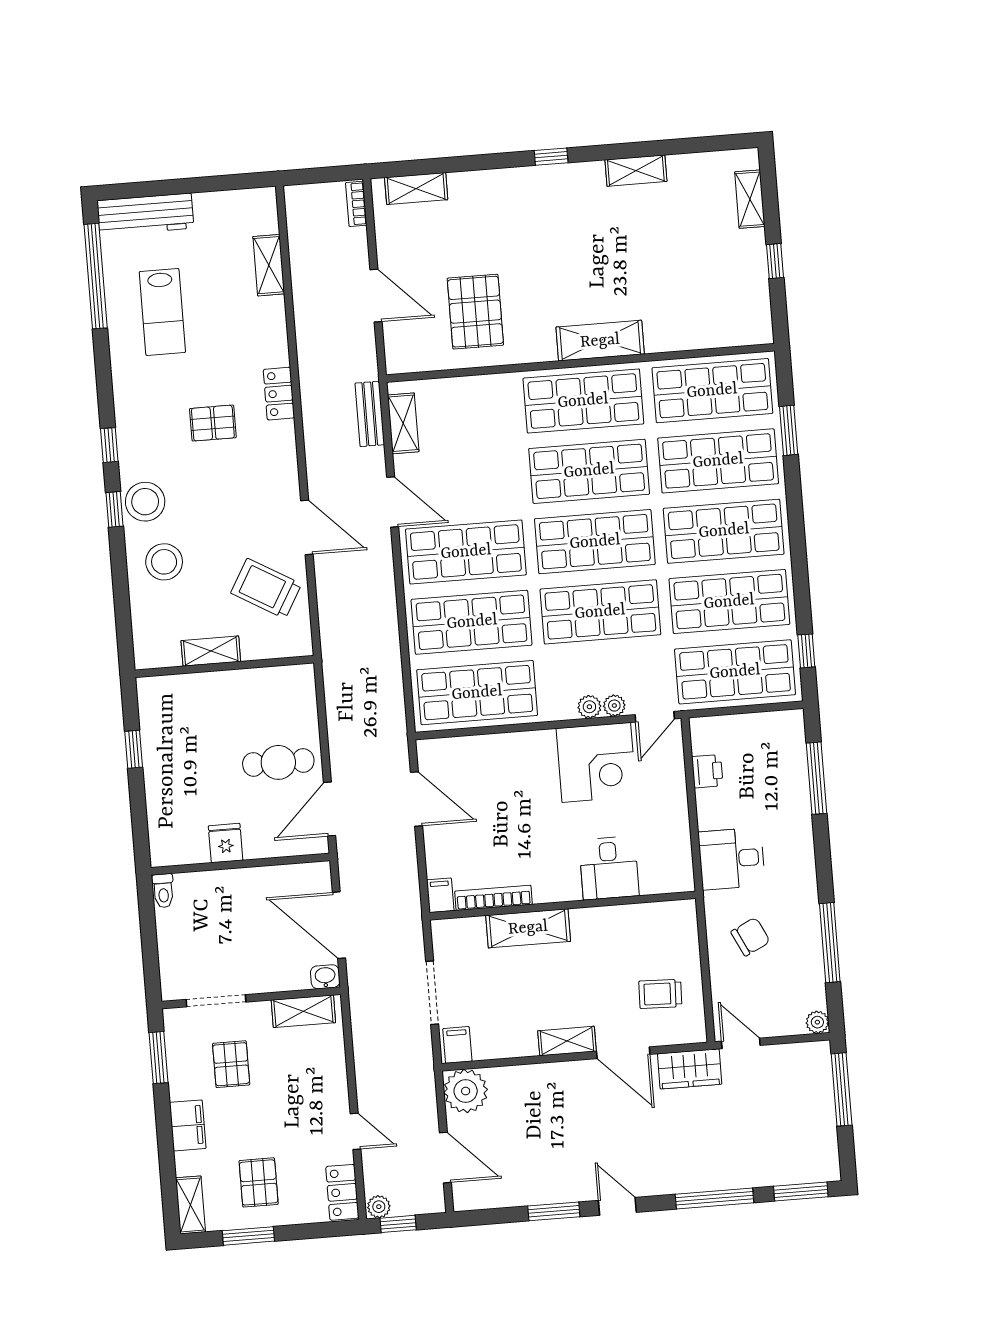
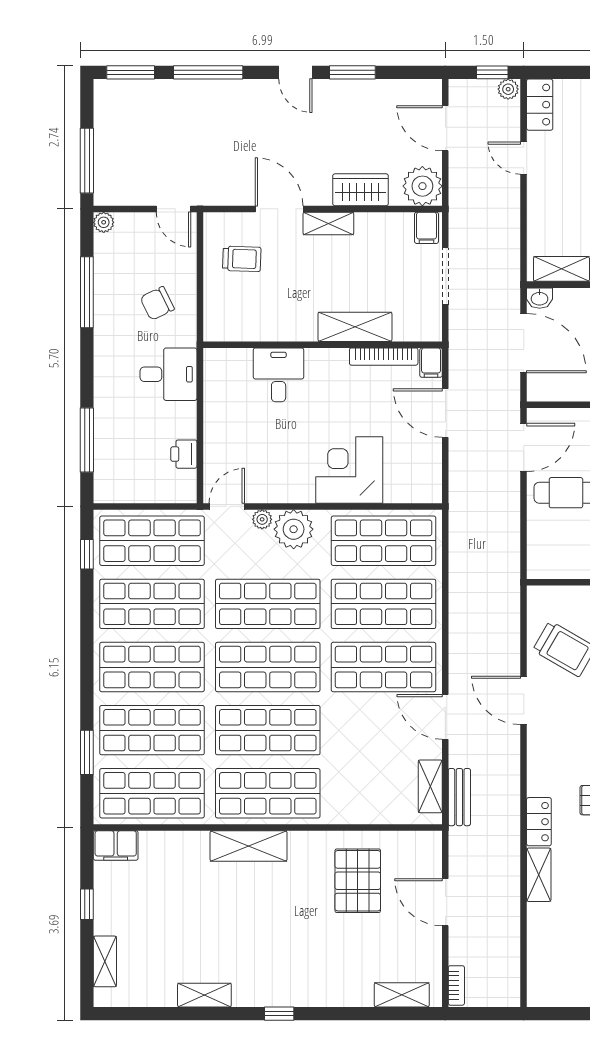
shelving: (269, 265) -> (539, 875), moved
filing cabinet: (748, 329) -> (116, 845), added
plant: (589, 707) -> (294, 529), width x1.88, depth x1.88
corner desk: (596, 762) -> (349, 470), moved
door: (417, 799) -> (445, 413), moved
wardrobe: (690, 1069) -> (361, 190), moved

